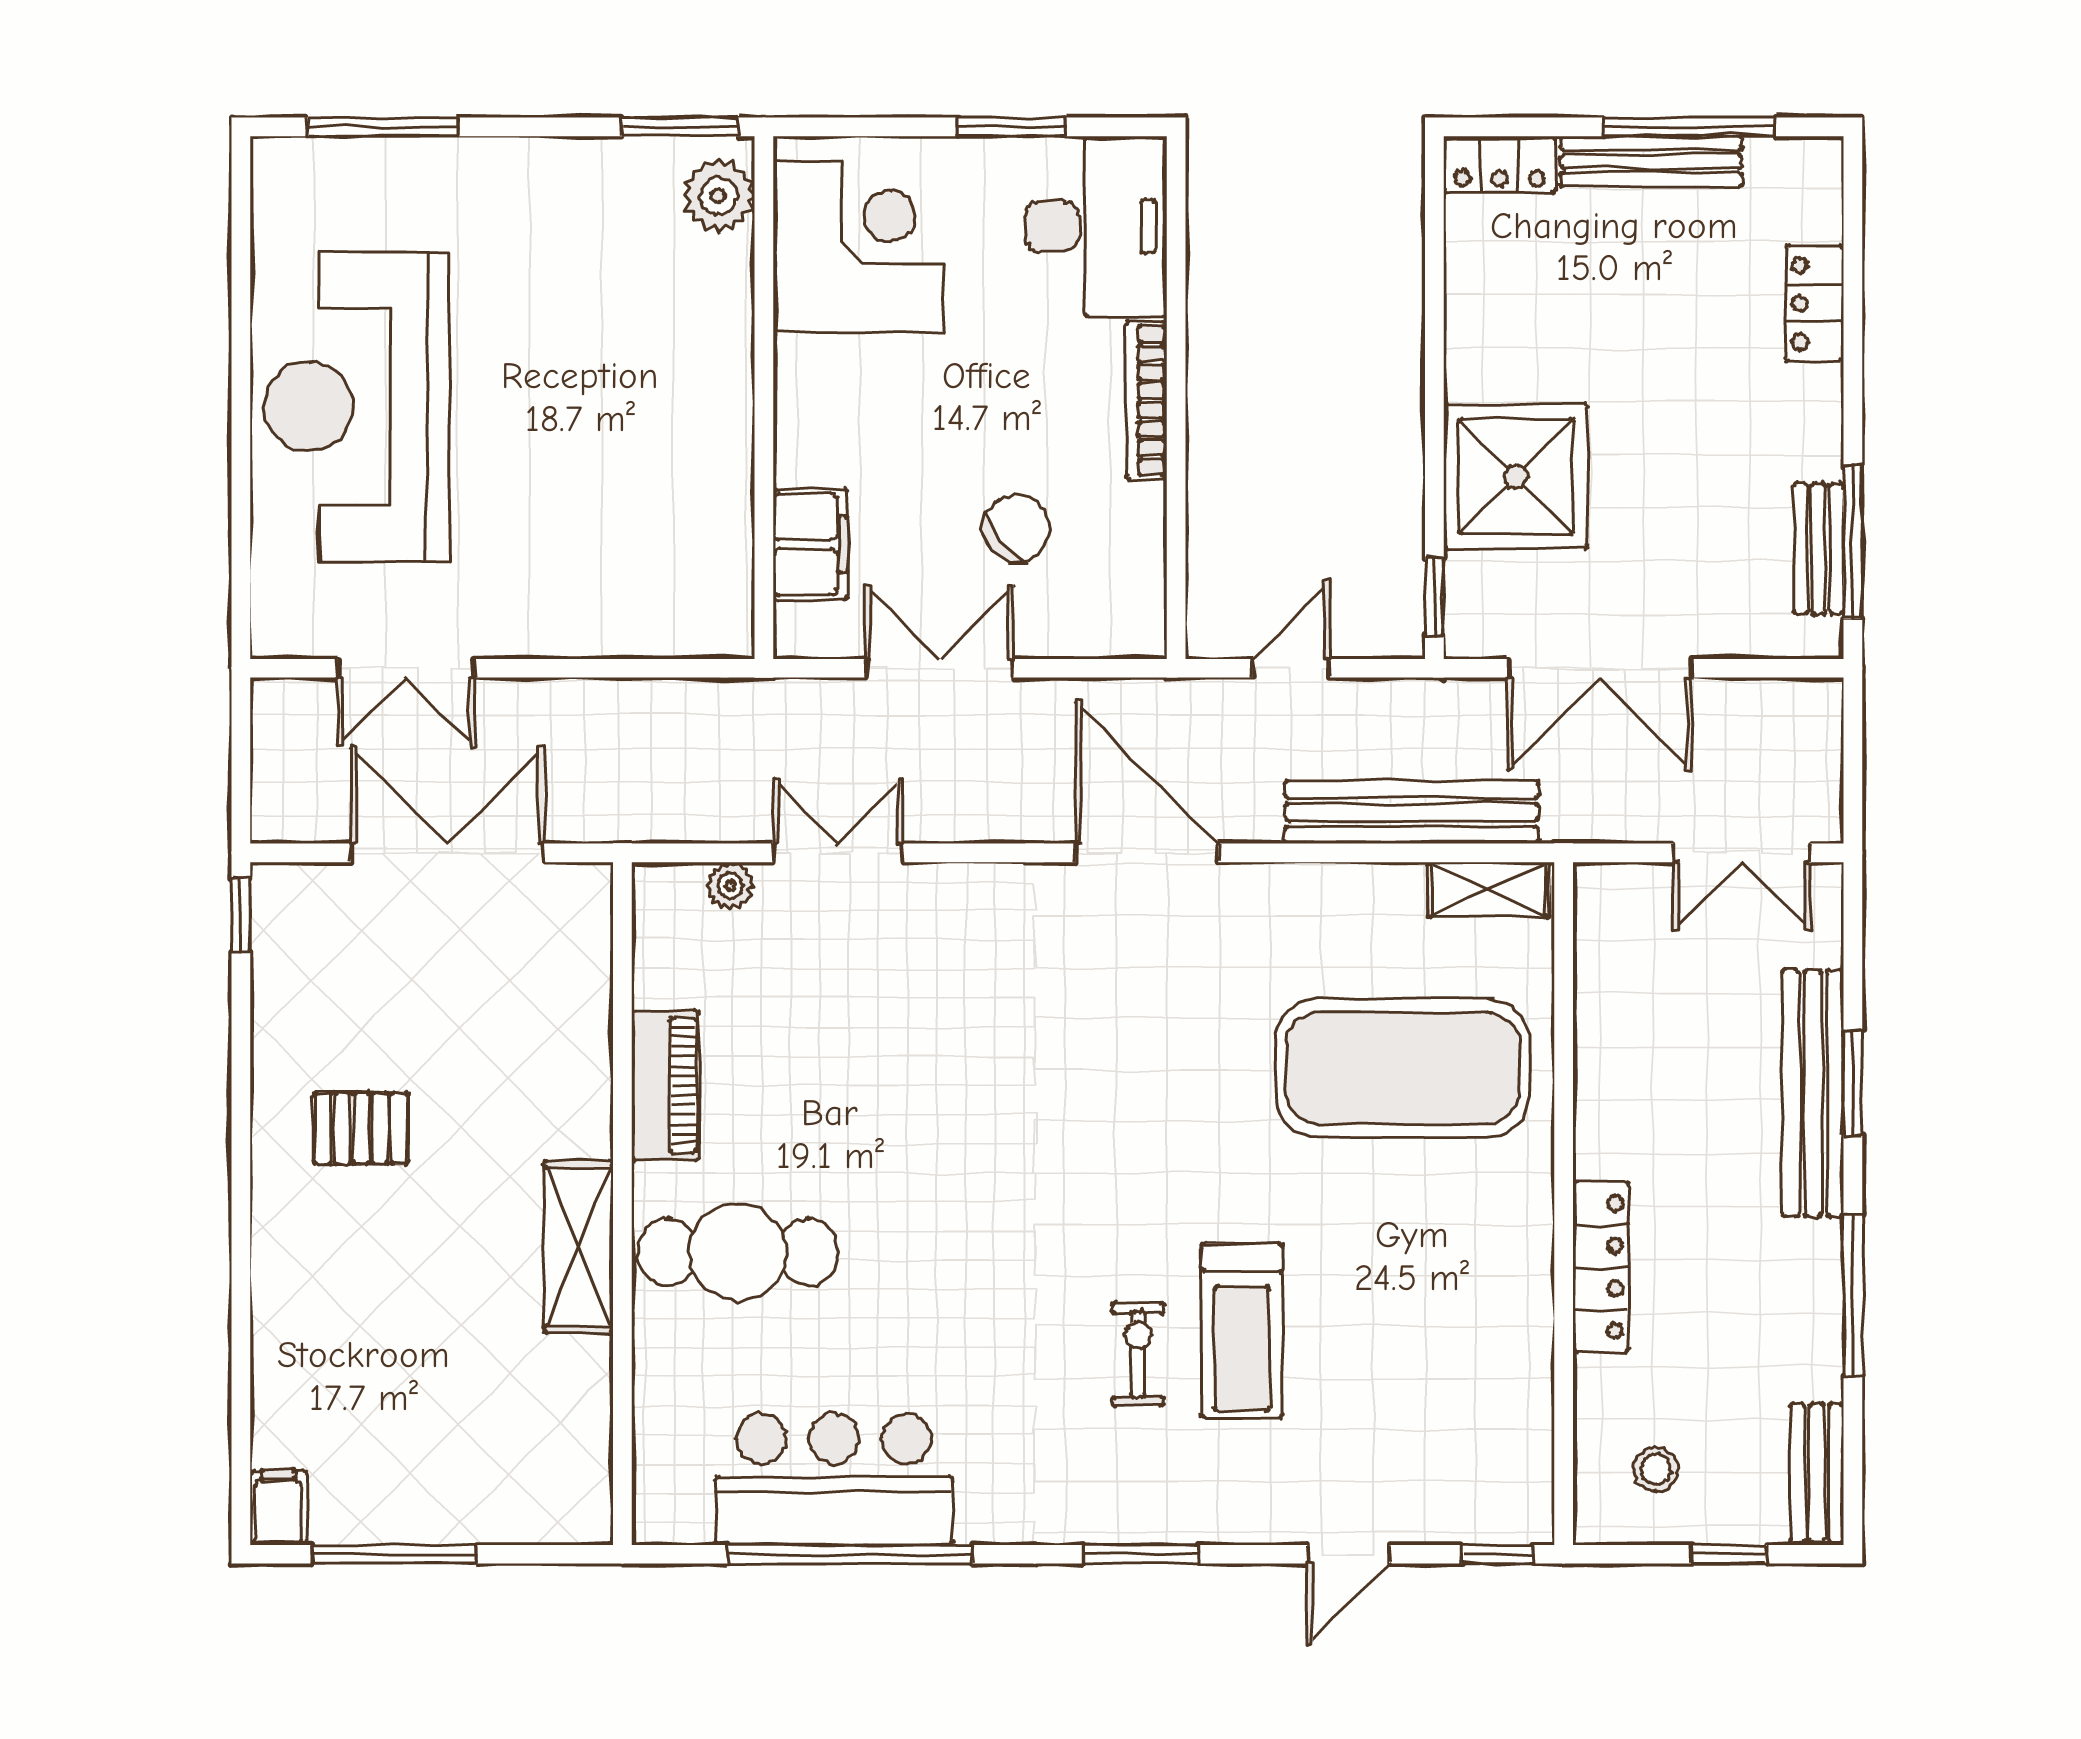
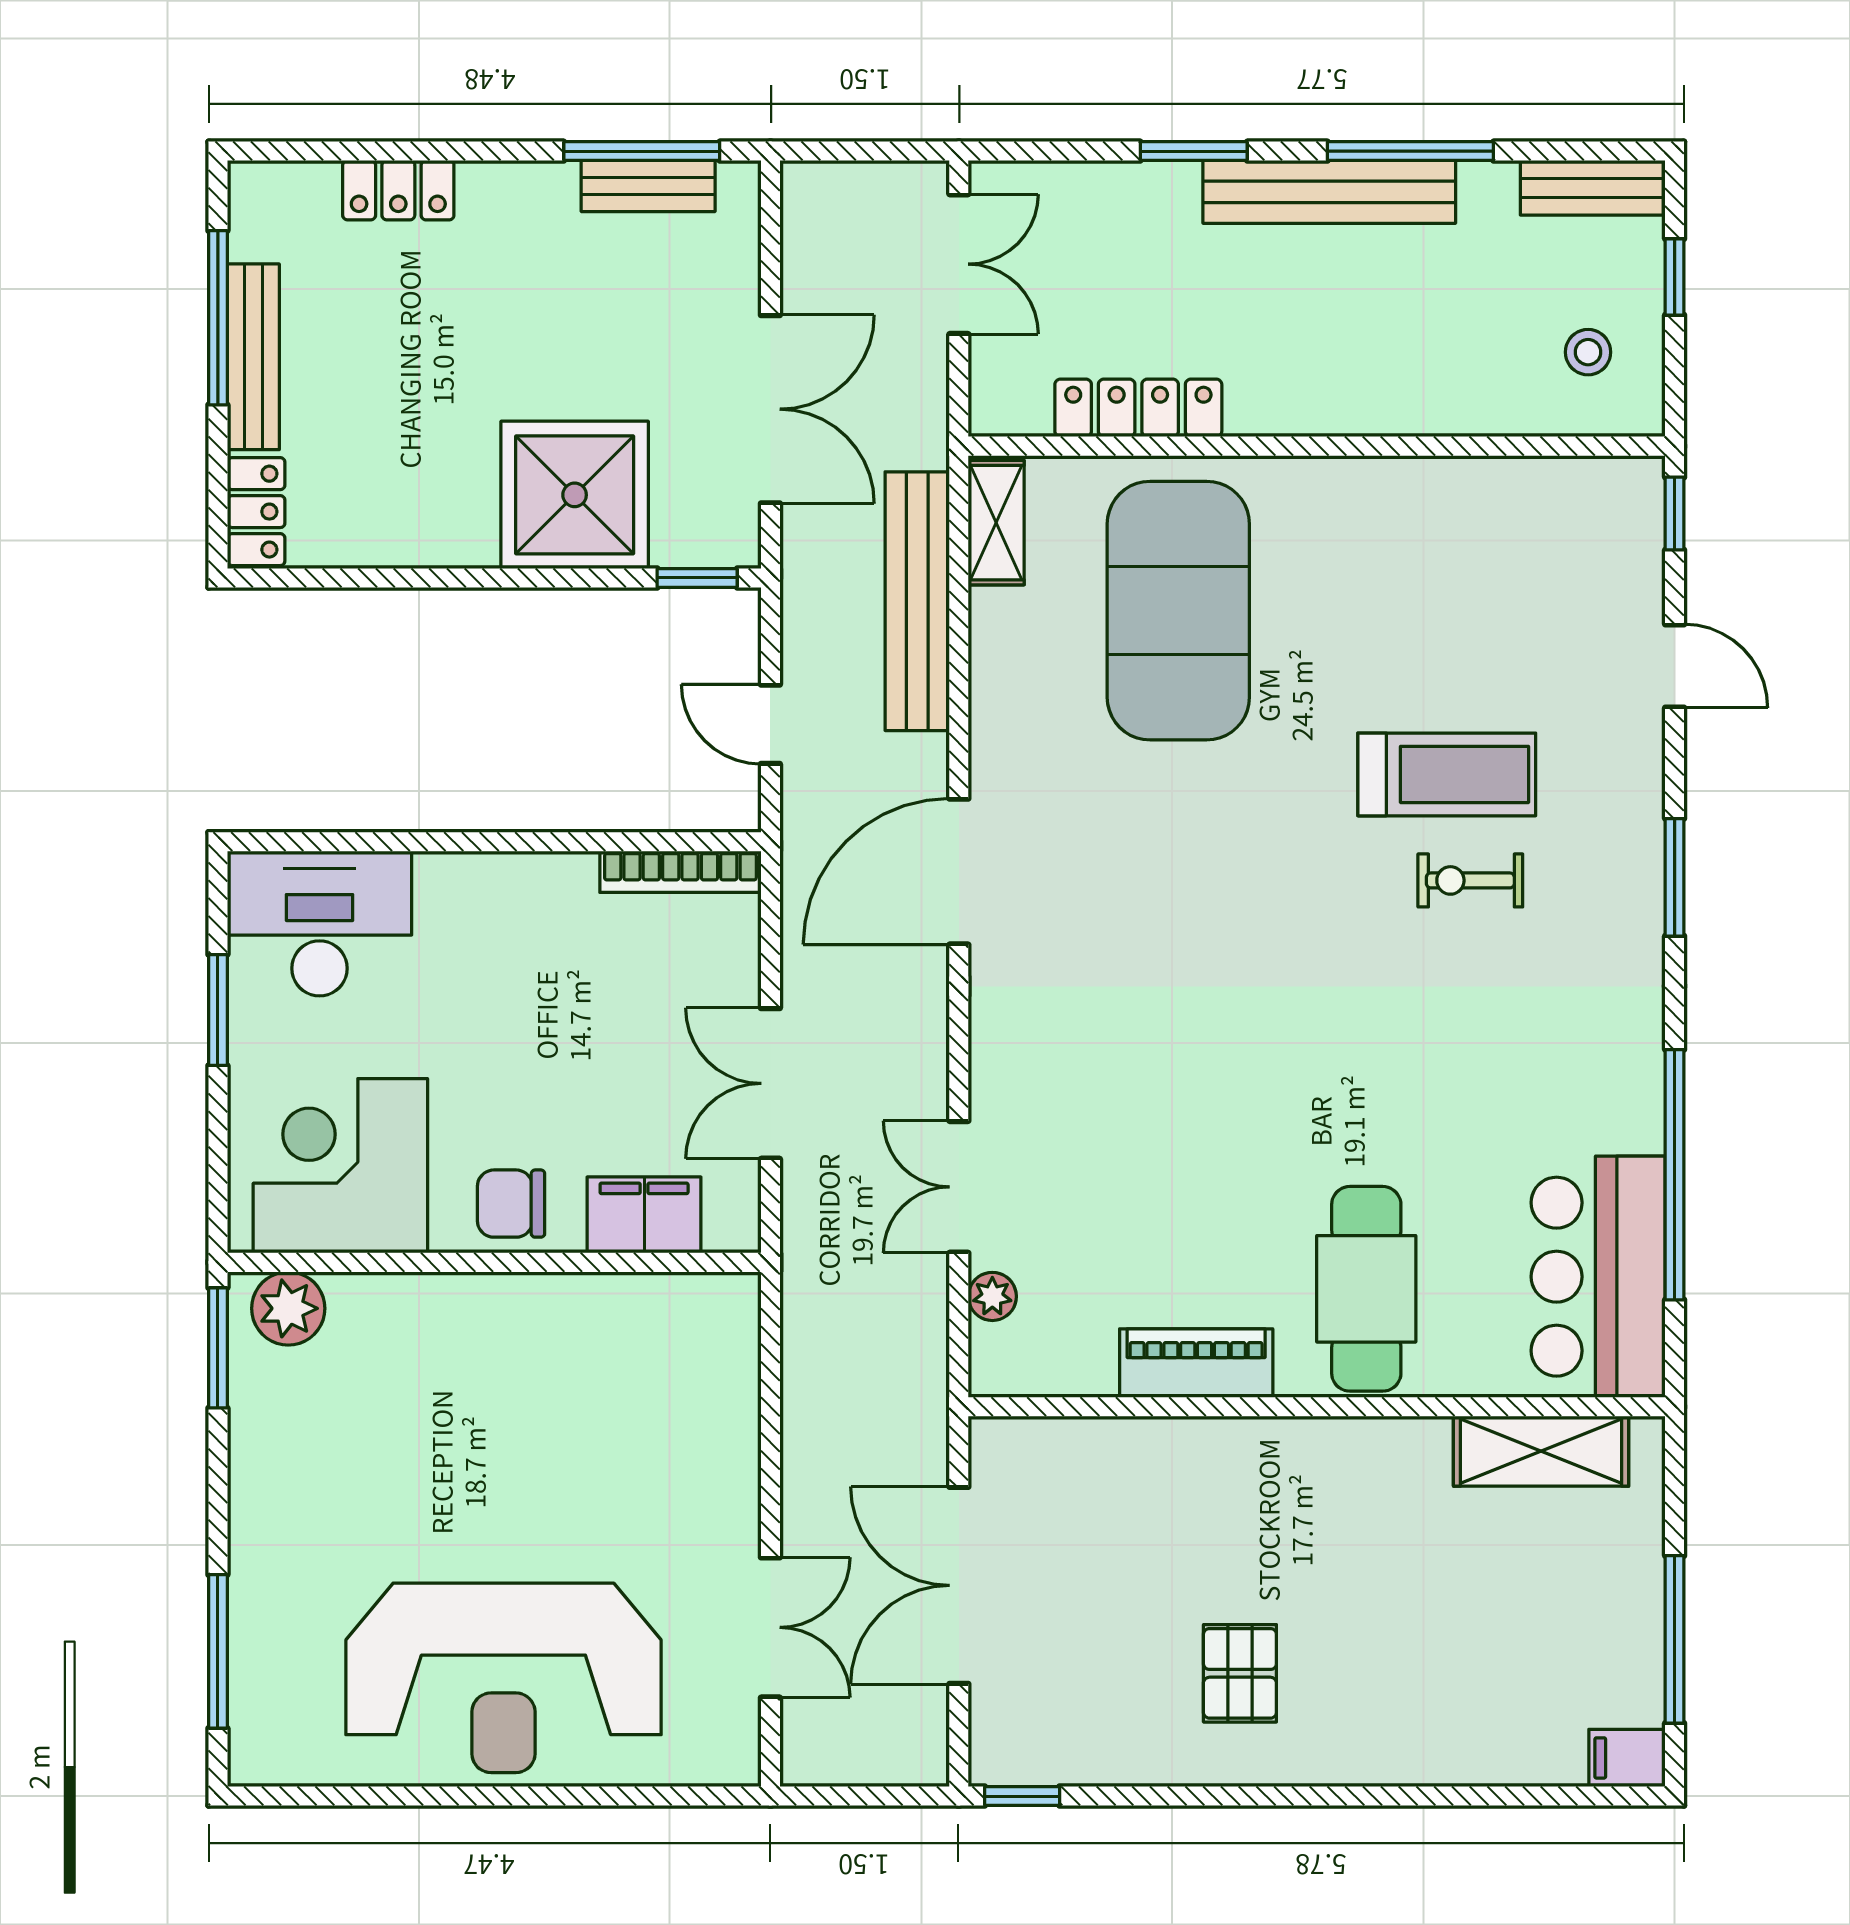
bookcase: (1147, 401) -> (680, 872), moved
chair: (1016, 528) -> (511, 1204), moved, turned -50
bench: (1813, 1094) -> (1329, 192), moved
shelving: (579, 1247) -> (1541, 1451), moved
locker: (1601, 1267) -> (1138, 408), moved
bar counter: (834, 1479) -> (1598, 1277), moved

